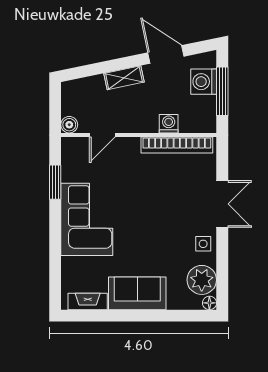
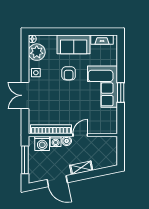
washing machine: (204, 82) -> (42, 143), moved, turned 90
boiler: (69, 125) -> (67, 141), moved
door: (102, 135) -> (80, 135), moved
window: (55, 182) -> (121, 93), moved
armchair: (146, 243) -> (69, 73), added

